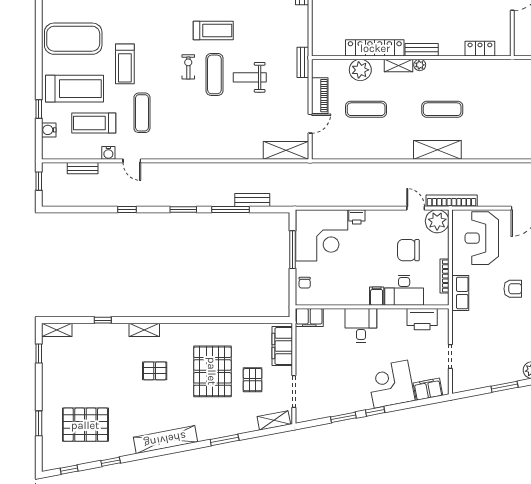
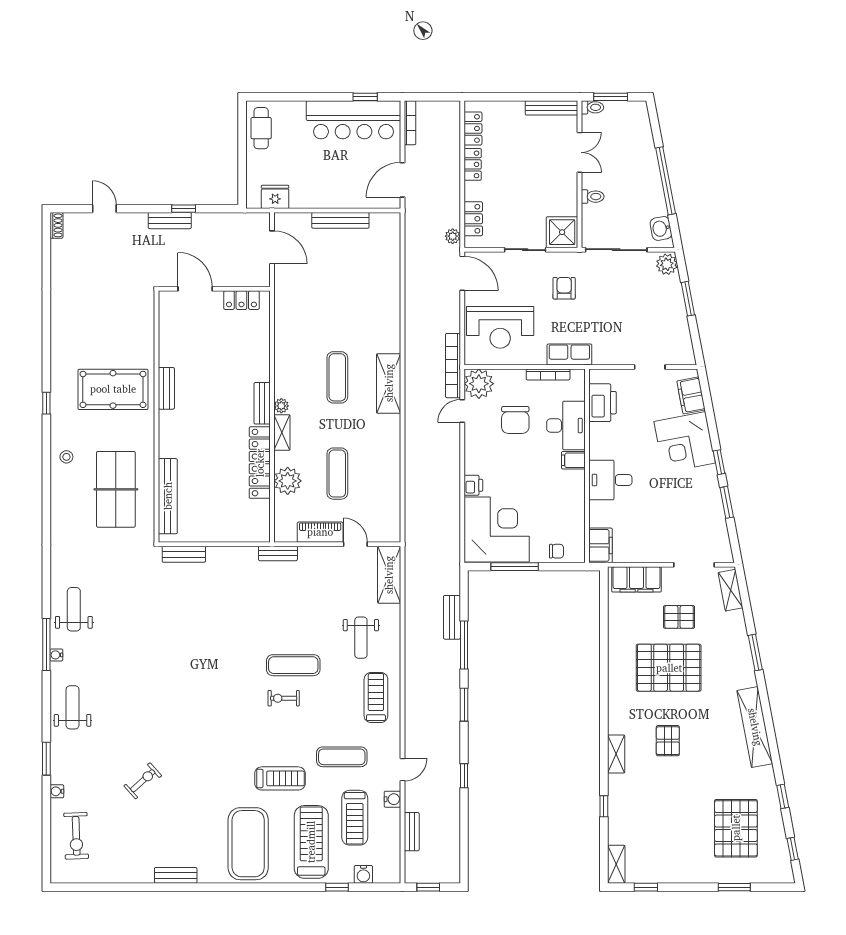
treadmill: (213, 31) -> (376, 698), moved
locker: (480, 49) -> (241, 300), moved, turned -90
weight bench: (250, 77) -> (361, 638), moved

